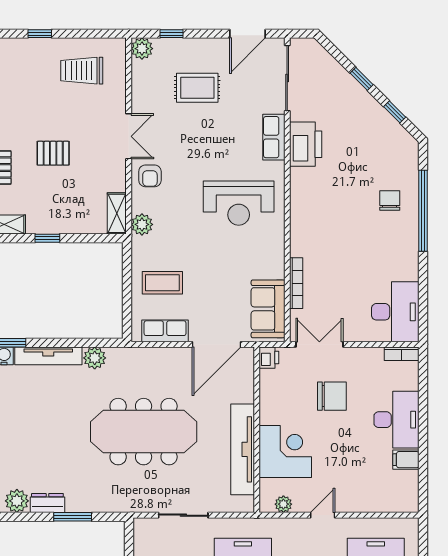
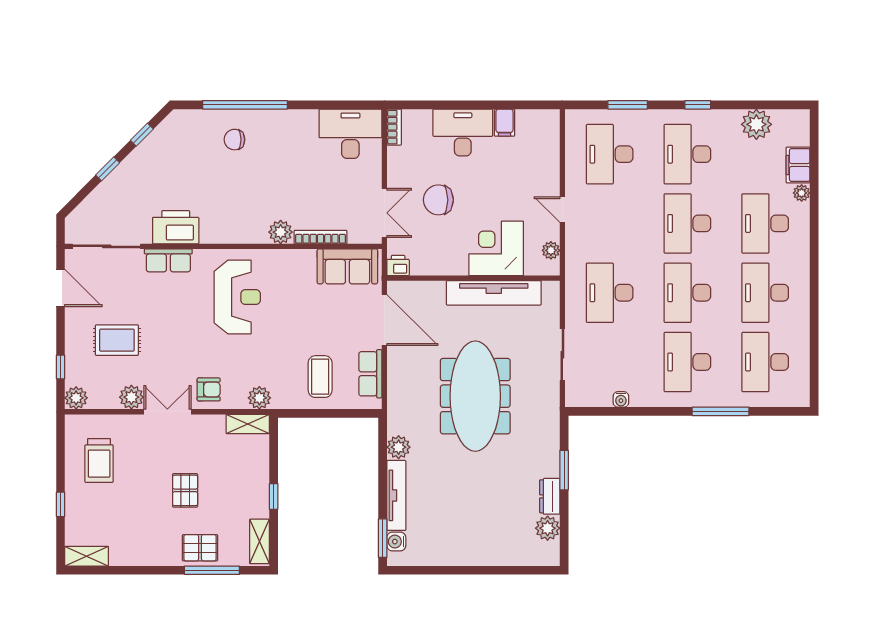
rug: (197, 88) -> (117, 340), turned 90
plant: (143, 102) -> (131, 397), added
plant: (301, 245) -> (281, 232), added
double door: (319, 344) -> (384, 213), swing flipped
chair: (332, 396) -> (438, 200), turned -90

